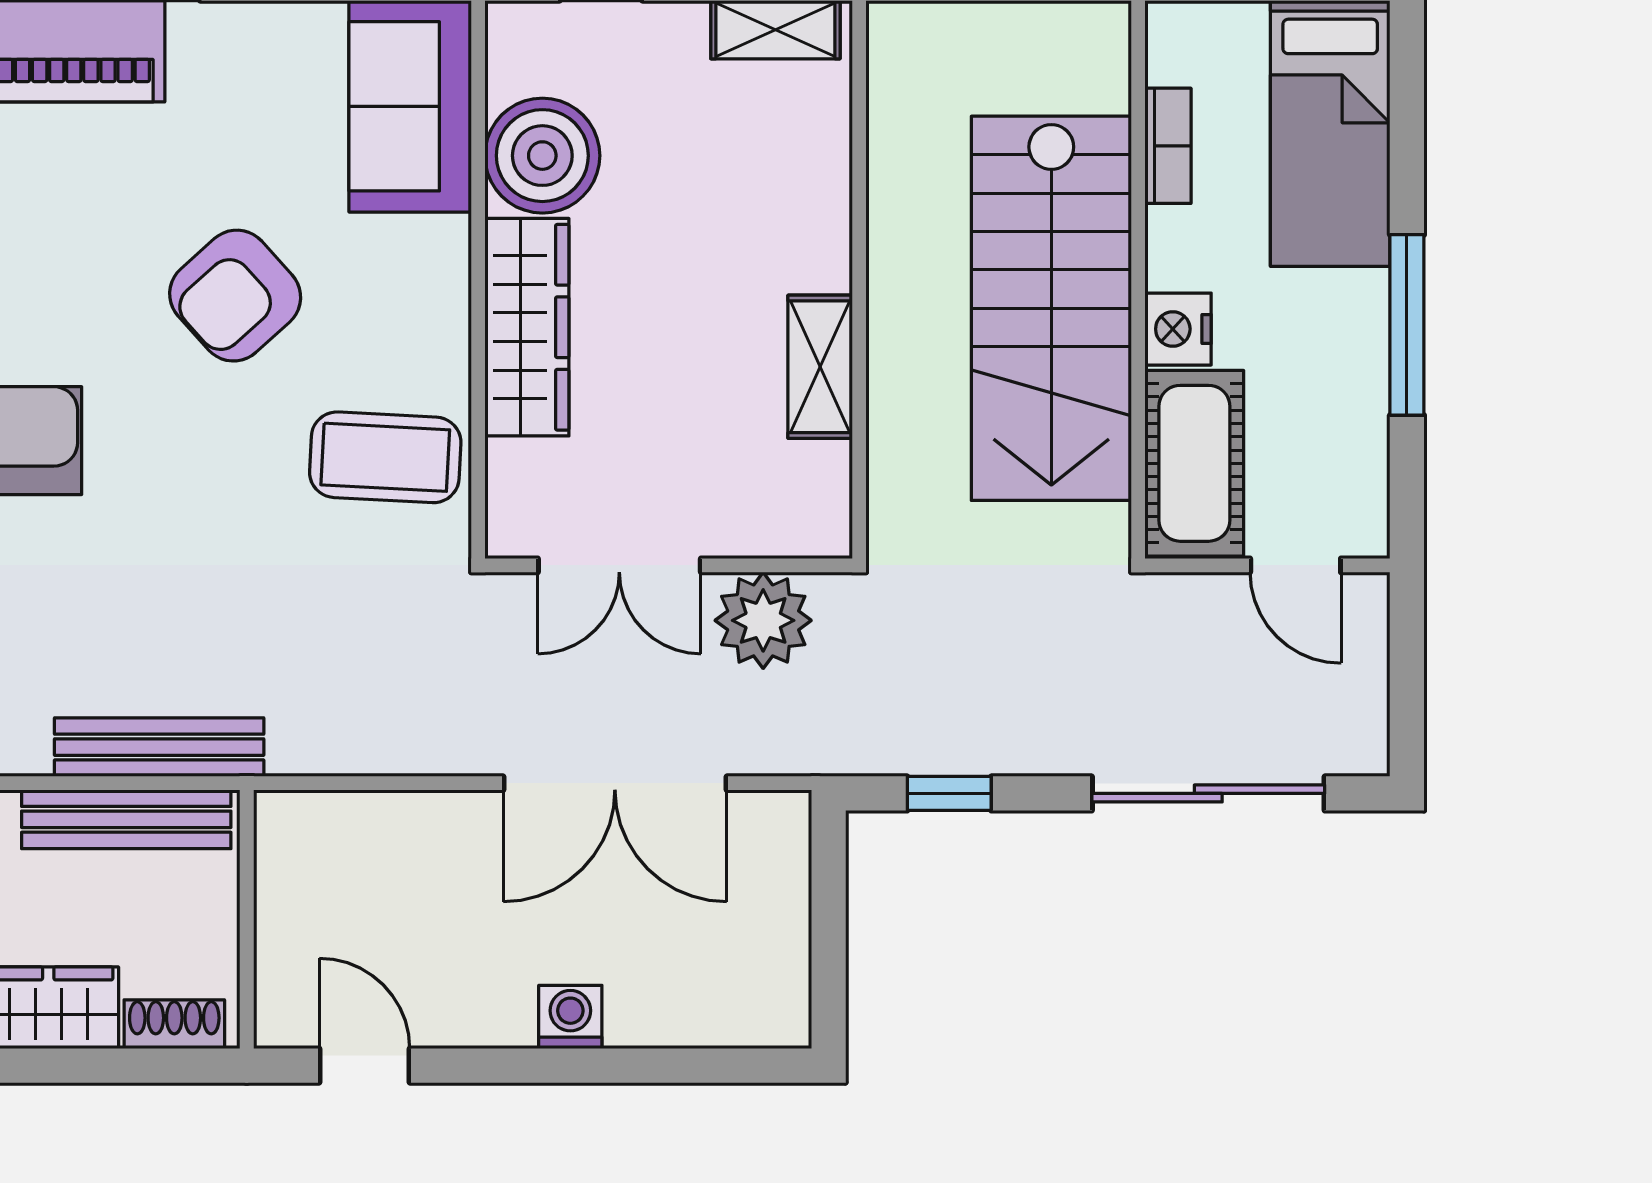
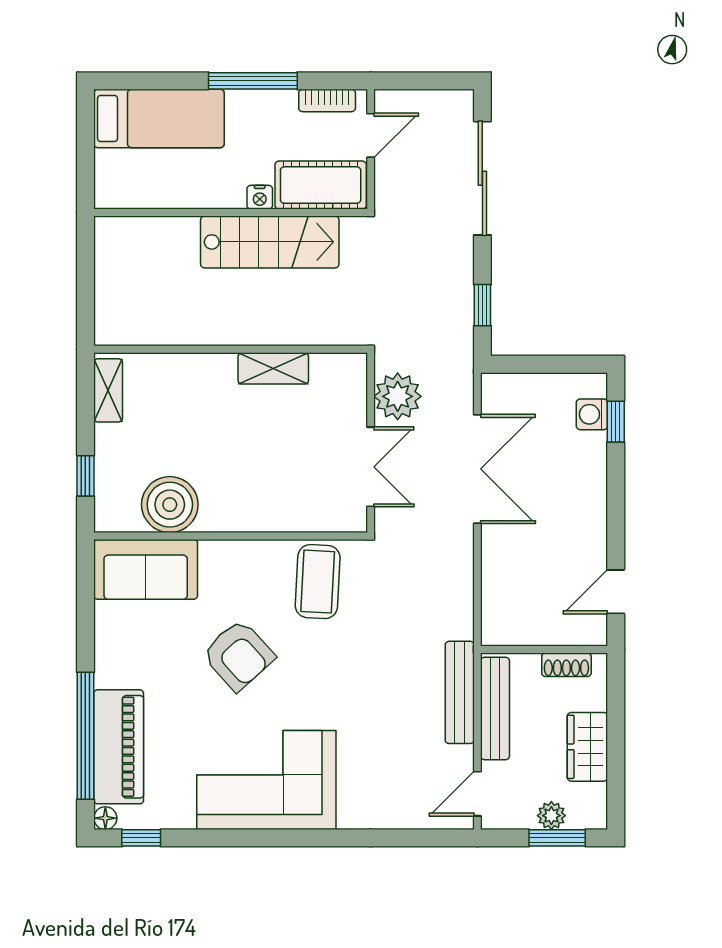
bookcase: (1168, 146) -> (327, 100), moved, turned 180
stairs: (1051, 308) -> (270, 242), width x0.73, depth x0.66
wardrobe: (527, 327) -> (254, 512), removed
nightstand: (1178, 329) -> (260, 197), width x0.72, depth x0.74
washing machine: (570, 1017) -> (592, 414), moved
shoe rack: (174, 1024) -> (566, 665), moved, turned -90
window: (712, 1066) -> (616, 422), added

